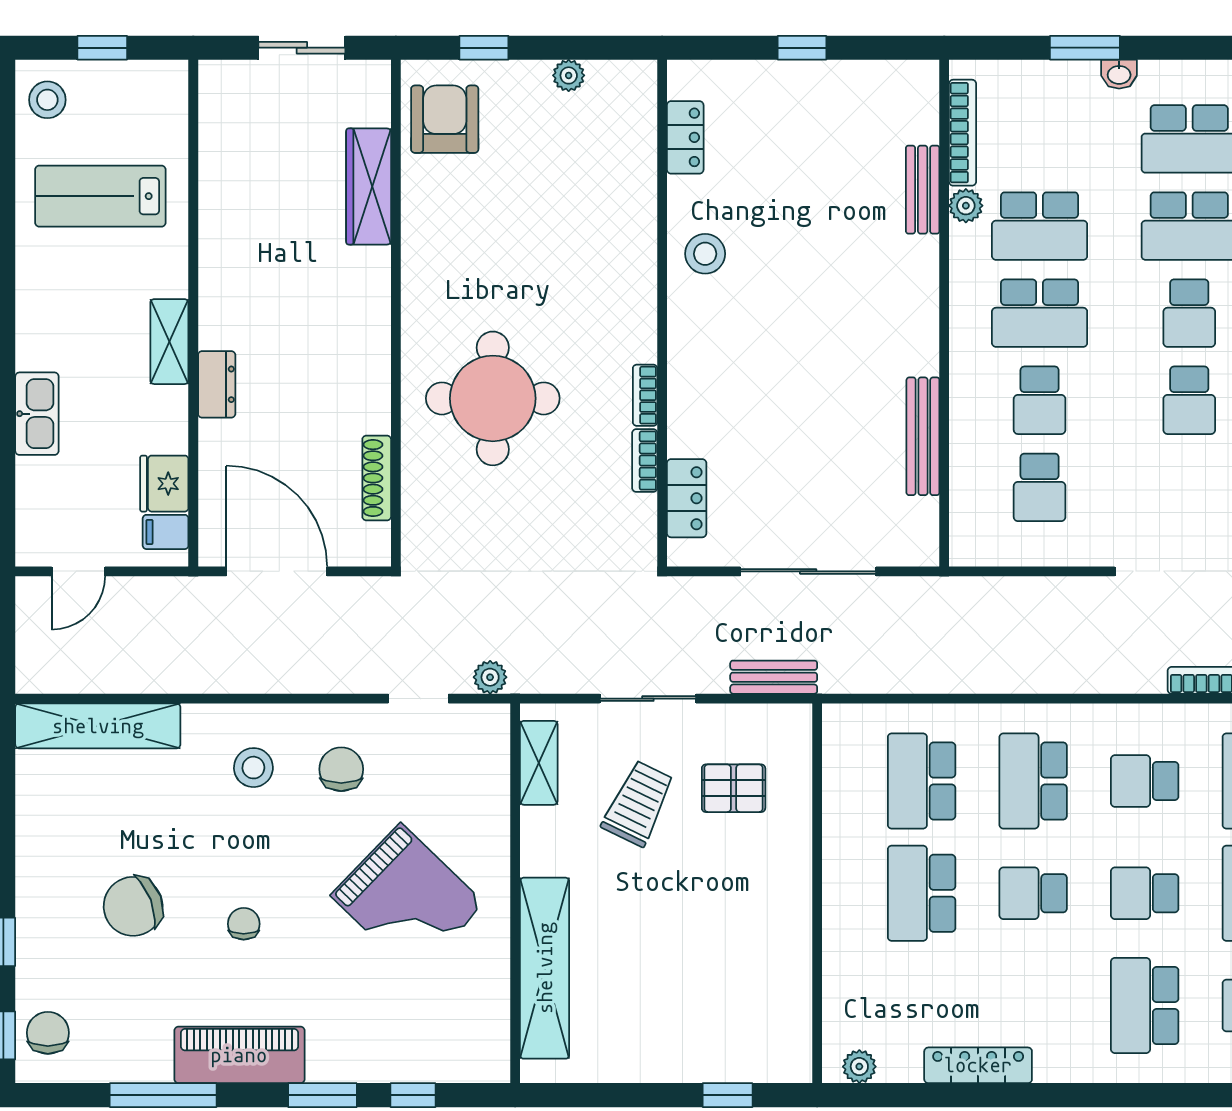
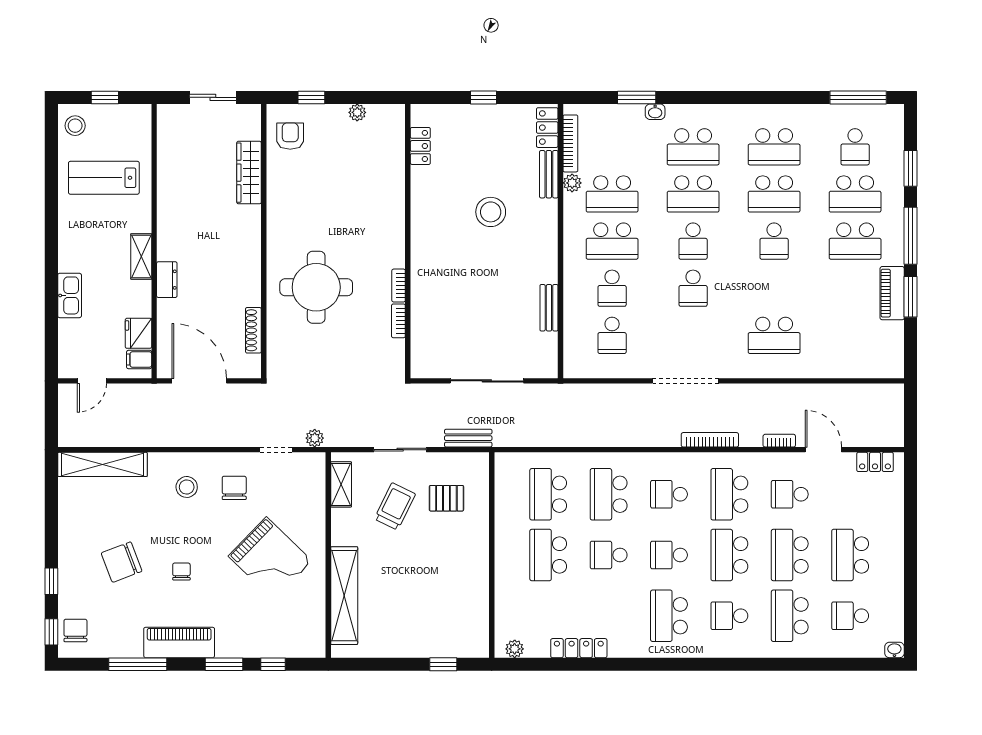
armchair: (445, 119) -> (290, 136), width x0.72, depth x0.72
stool: (705, 254) -> (491, 212), moved, width x1.38, depth x1.38
bench: (923, 436) -> (549, 308), width x0.73
locker: (687, 498) -> (547, 128), moved, turned 180

